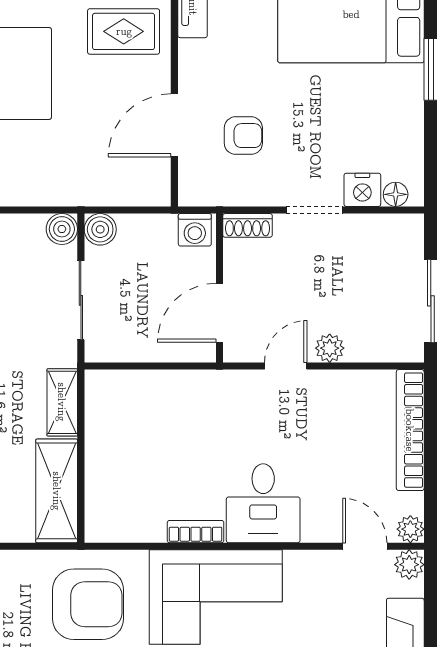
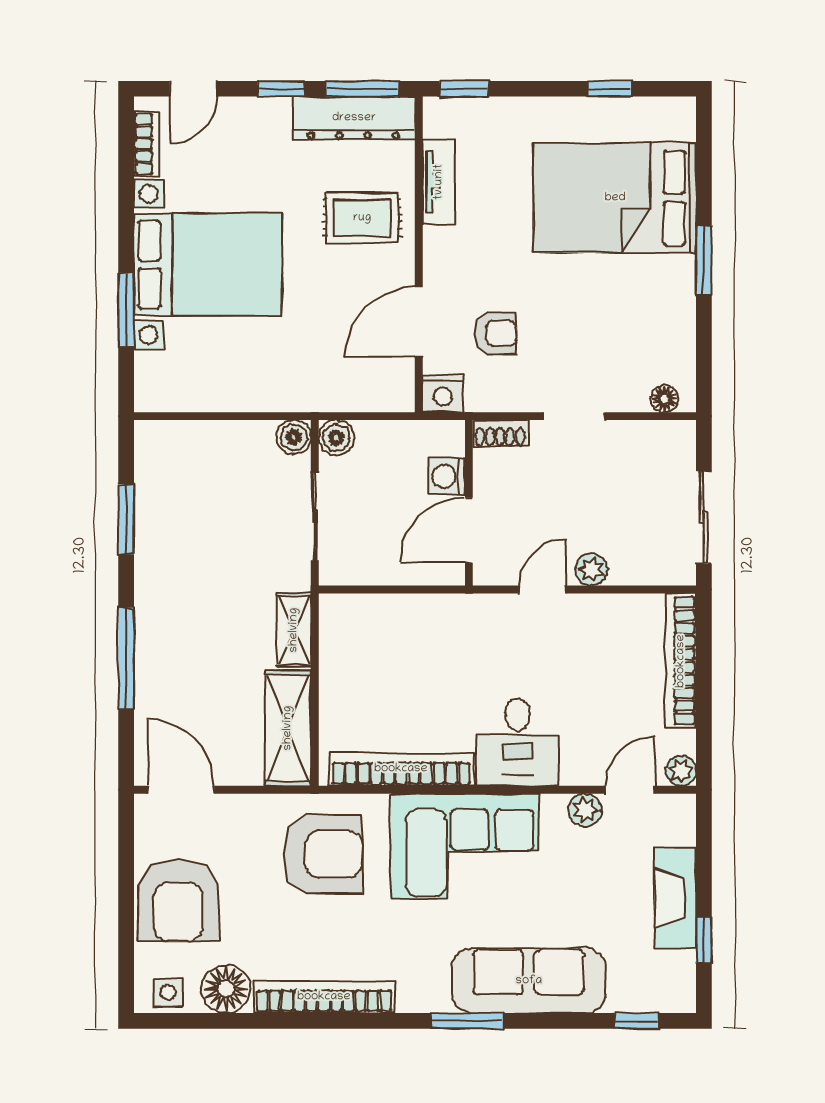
nightstand: (362, 190) -> (443, 394), moved
washing machine: (195, 230) -> (447, 476), moved, turned 90
bookcase: (196, 532) -> (401, 769), width x2.31, depth x1.31
door: (365, 546) -> (630, 790), hinge flipped
plant: (409, 565) -> (585, 810), moved

